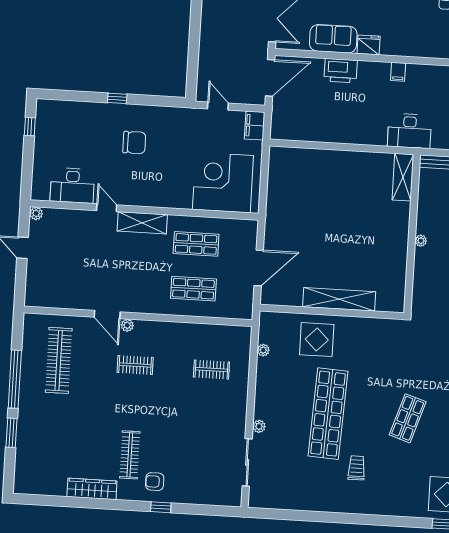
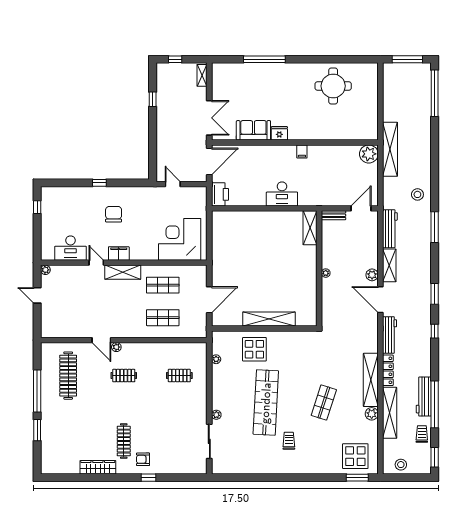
printer: (341, 71) -> (220, 194), moved, turned -90
filing cabinet: (255, 125) -> (119, 254), moved, turned 90
desk: (410, 131) -> (282, 194), moved
chair: (134, 143) -> (114, 214), turned -90

